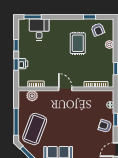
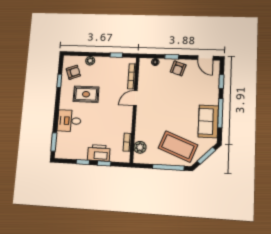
desk: (39, 30) -> (69, 121), moved
printer: (23, 64) -> (99, 153), width x1.87, depth x1.48
door: (65, 89) -> (135, 98), moved

